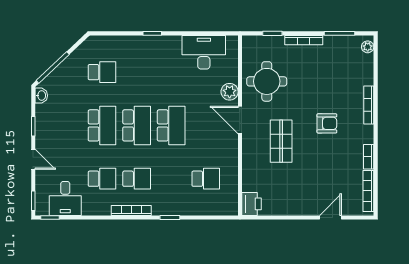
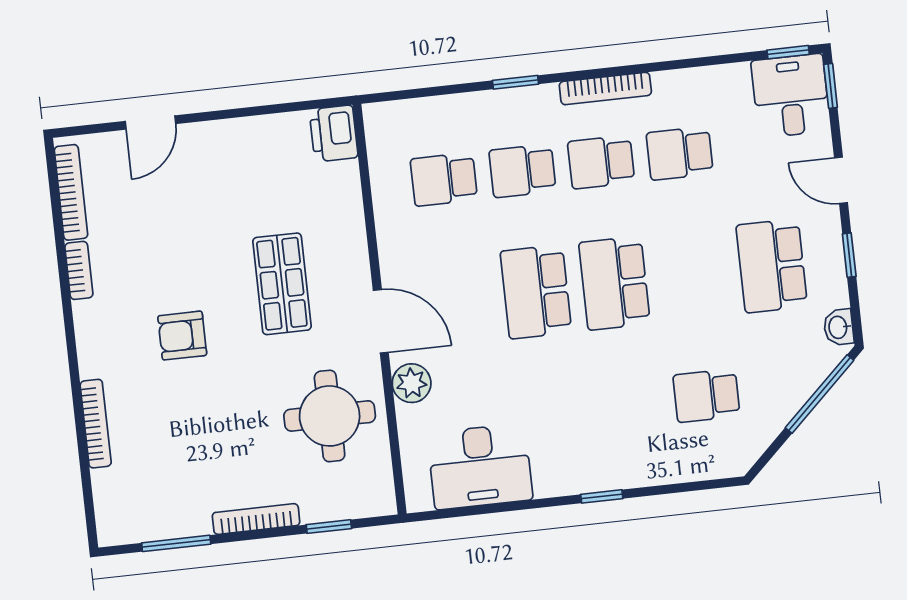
plant: (368, 47) -> (109, 520), removed
bookcase: (369, 105) -> (96, 424), moved
school desk: (102, 125) -> (772, 266), moved
school desk: (171, 179) -> (522, 171), added
desk: (65, 198) -> (791, 96), moved

